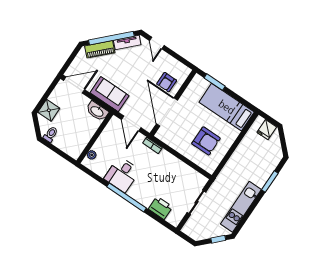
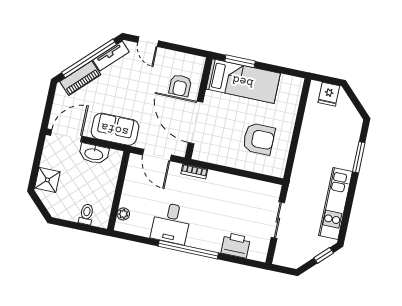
bed: (227, 107) -> (243, 81), moved, turned 180
washbasin: (97, 111) -> (94, 154), moved
toilet: (51, 134) -> (86, 214), moved

